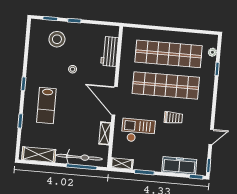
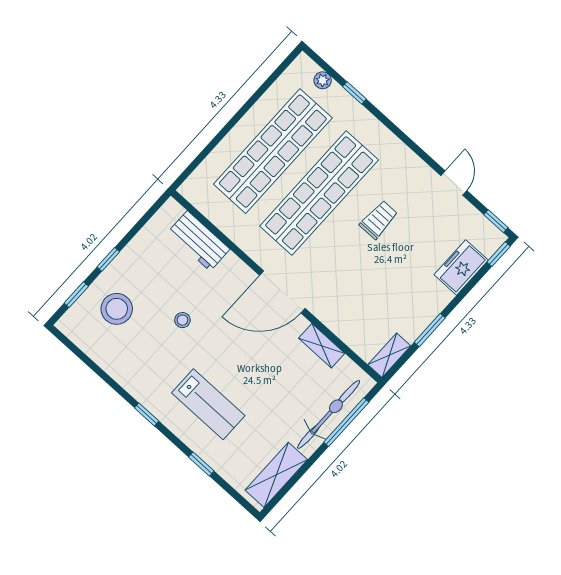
checkout: (138, 131) -> (357, 290), removed
freezer: (179, 166) -> (461, 267), width x0.71

